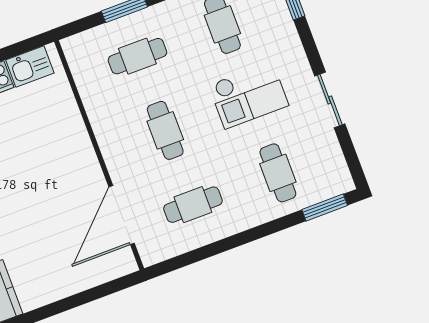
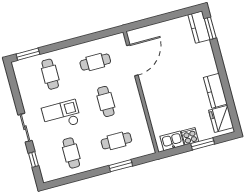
sliding door: (330, 100) -> (25, 128), moved

